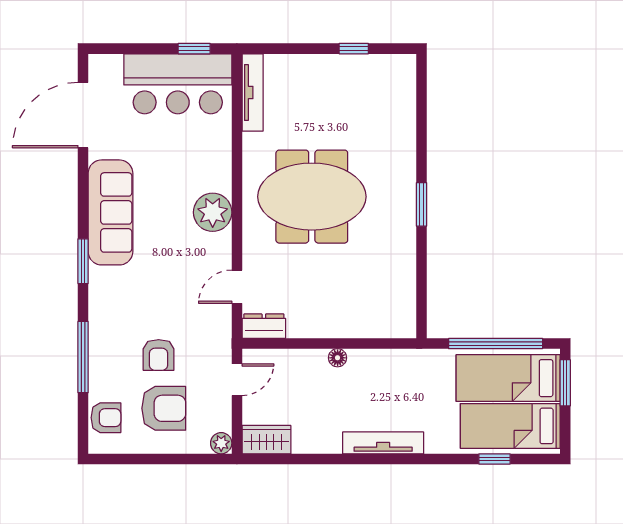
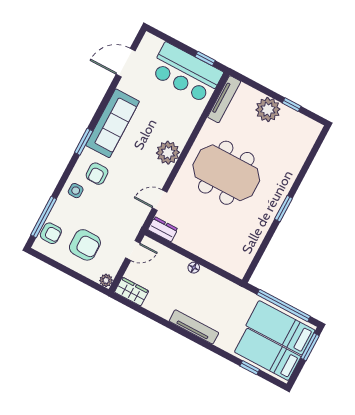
plant: (323, 74) -> (268, 110), added
door: (83, 115) -> (126, 63), width x0.73
side table: (109, 337) -> (76, 191), added
armchair: (159, 355) -> (97, 174), moved
window: (83, 357) -> (44, 217), moved

